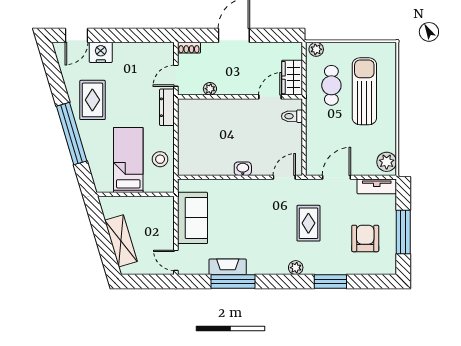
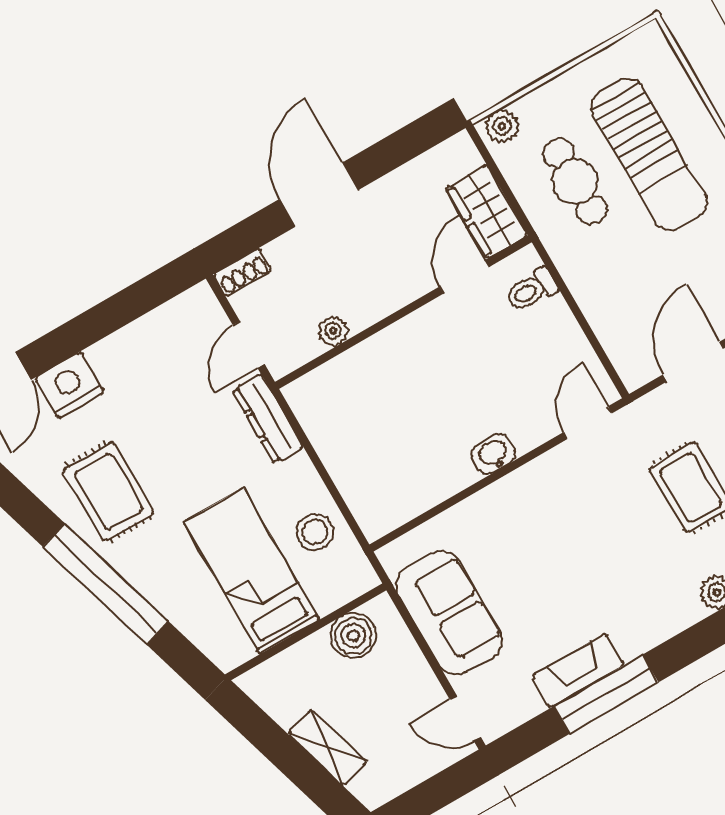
sun lounger: (364, 91) -> (649, 155), turned 180
boiler: (152, 206) -> (353, 636), added
shelving: (121, 241) -> (328, 748), width x0.67, depth x0.75

